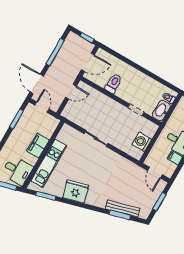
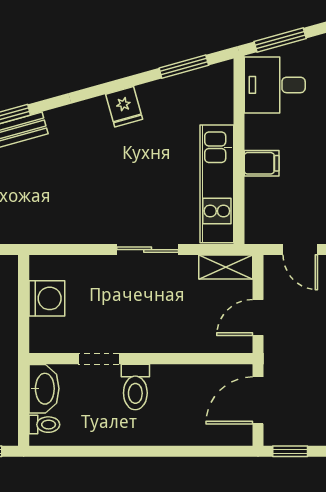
toilet: (113, 83) -> (135, 387), moved
shelving: (72, 116) -> (226, 267), added
filing cabinet: (38, 146) -> (262, 163), width x0.50
kitchen unit: (49, 163) -> (217, 184), moved
fridge: (76, 191) -> (124, 107), width x0.53, depth x0.75

